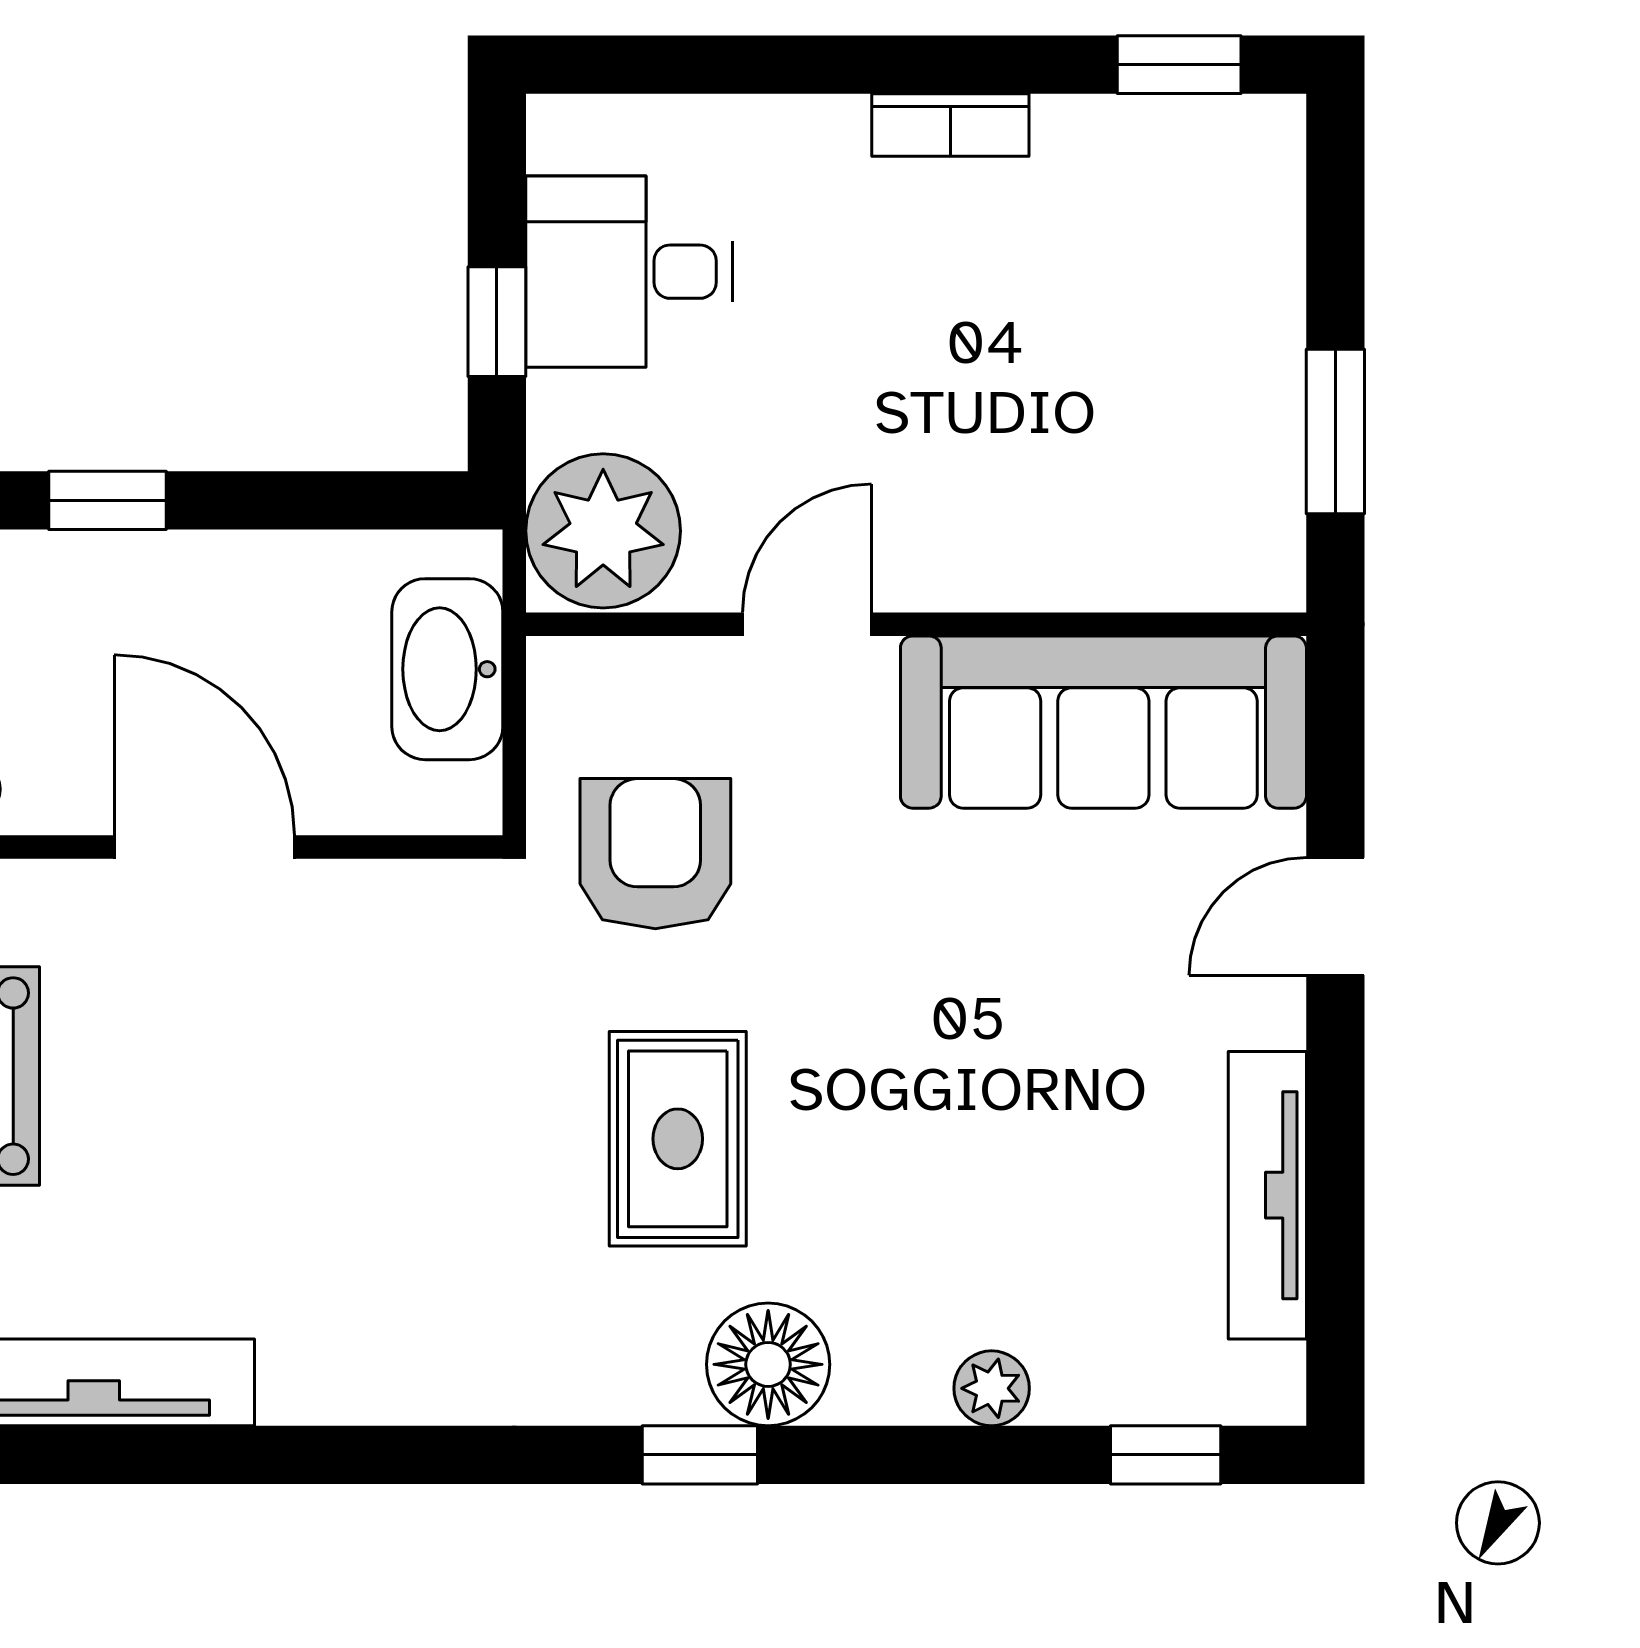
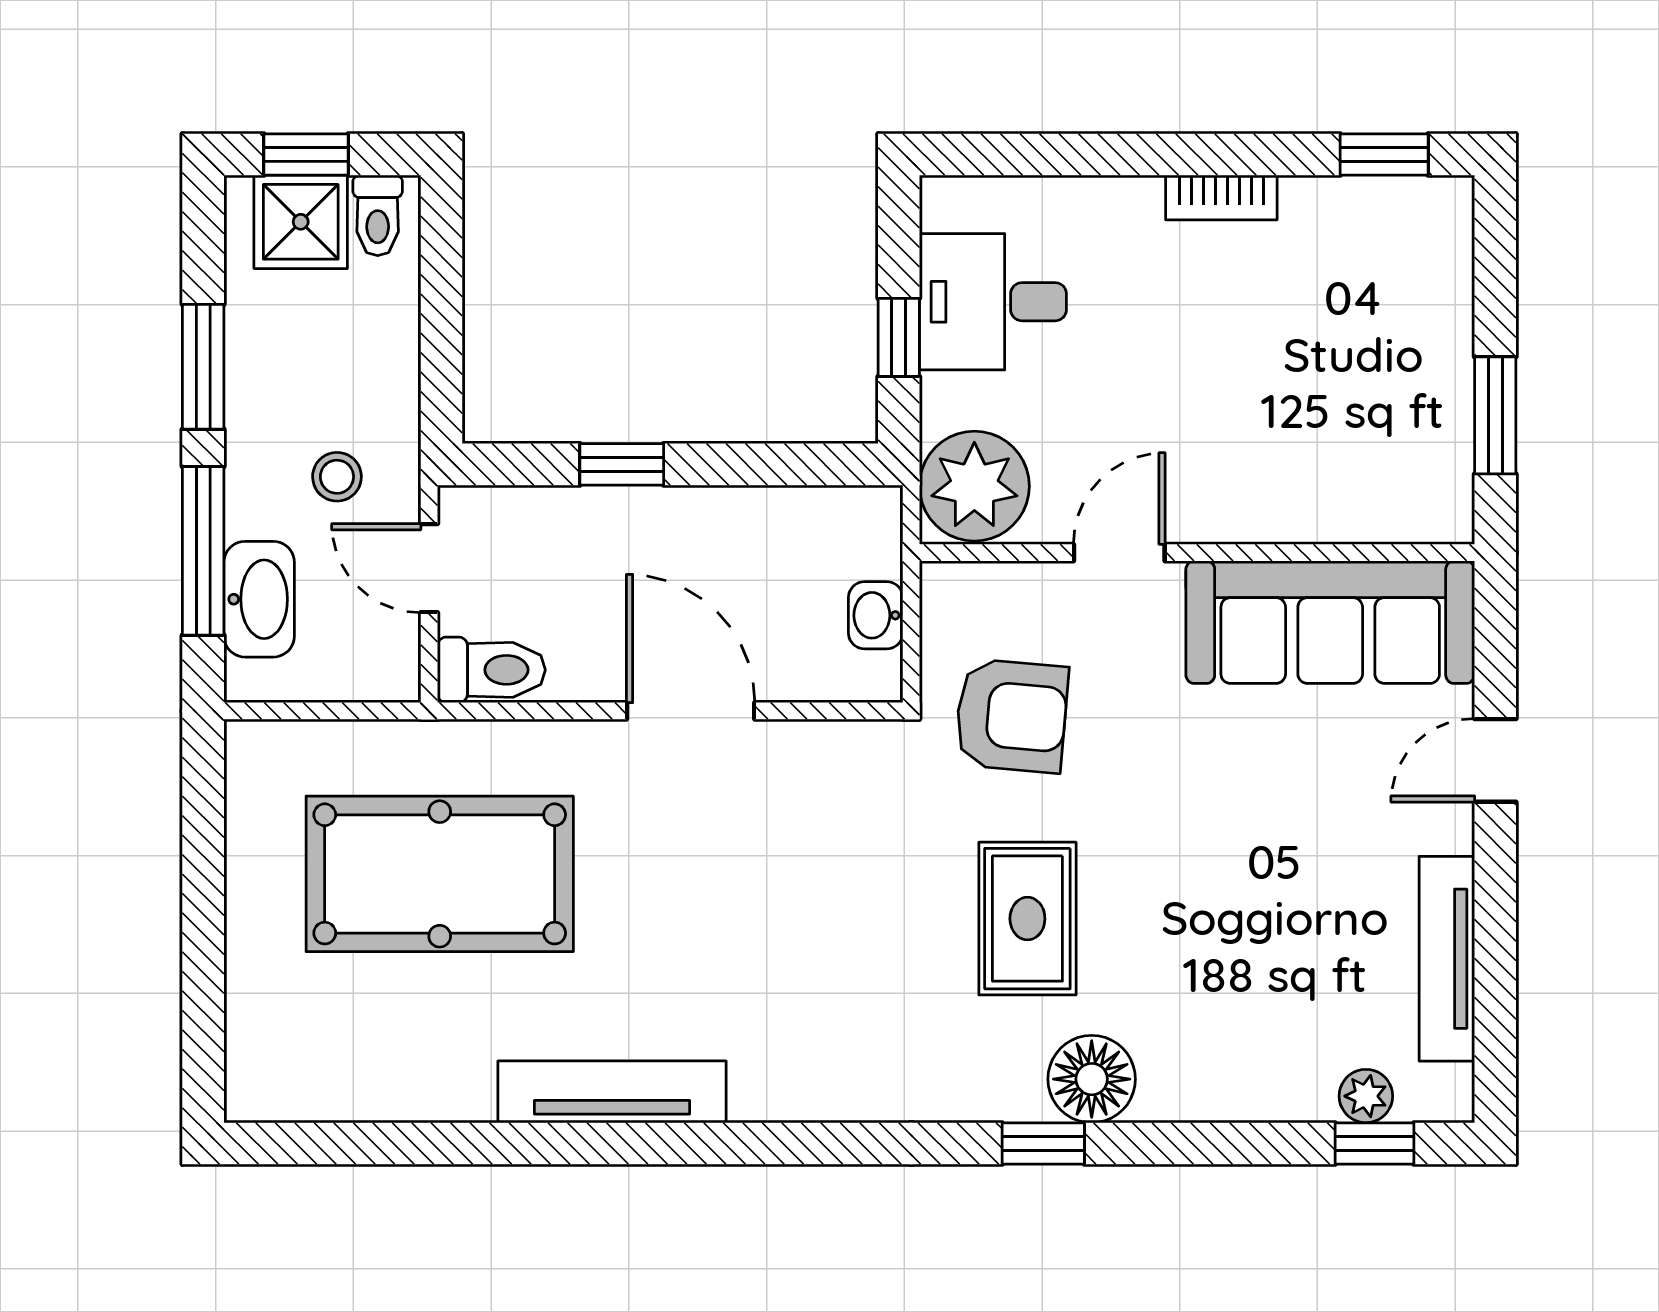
washbasin: (447, 669) -> (876, 615), width x0.52, depth x0.69
armchair: (655, 854) -> (1011, 716), turned 95
plant: (992, 1388) -> (1366, 1096), moved

